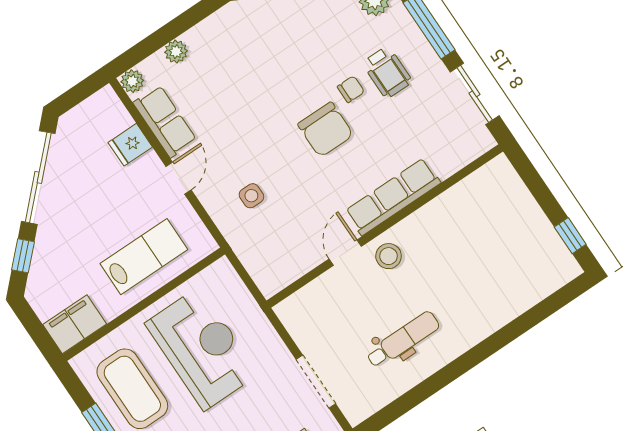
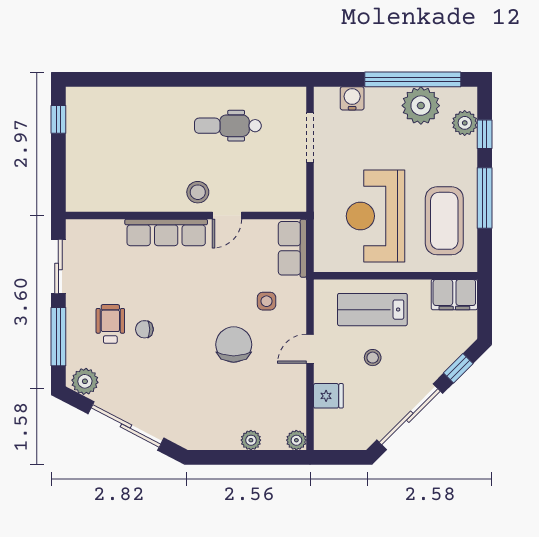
row of seats: (165, 121) -> (292, 248), moved
chair: (326, 130) -> (234, 345), moved
stool: (112, 210) -> (373, 358), added

